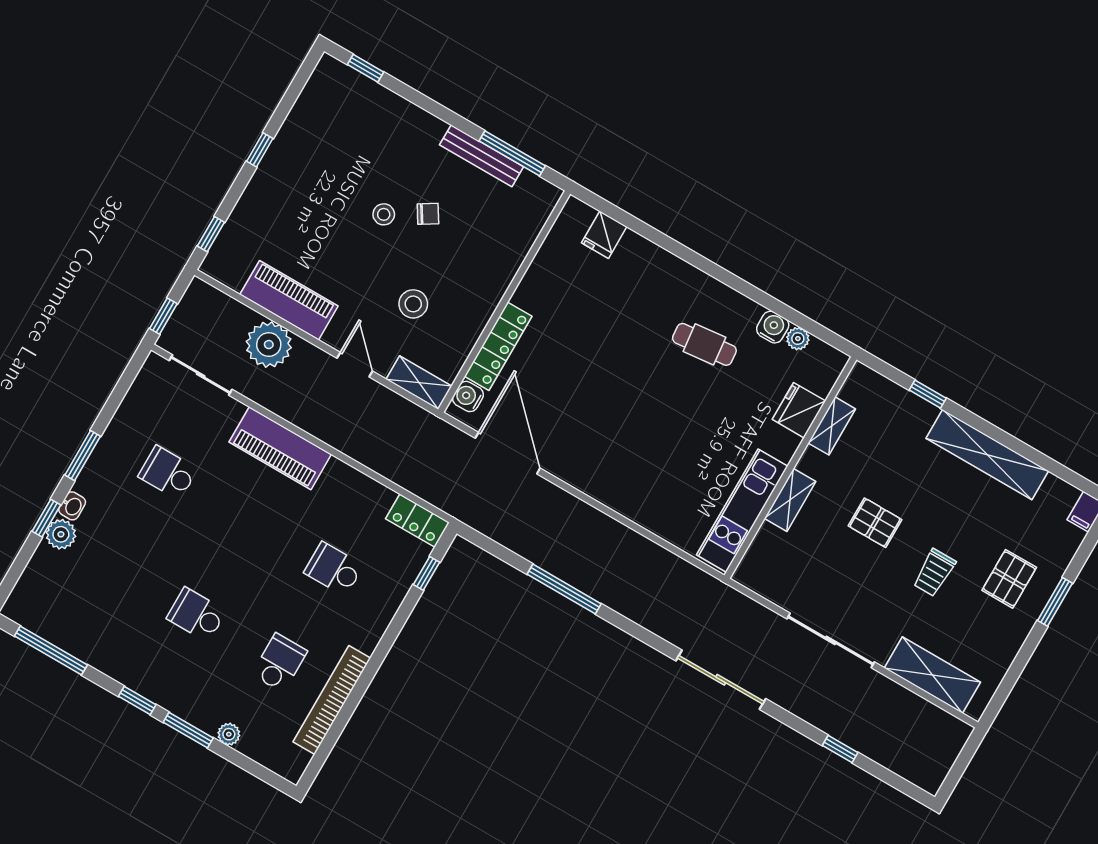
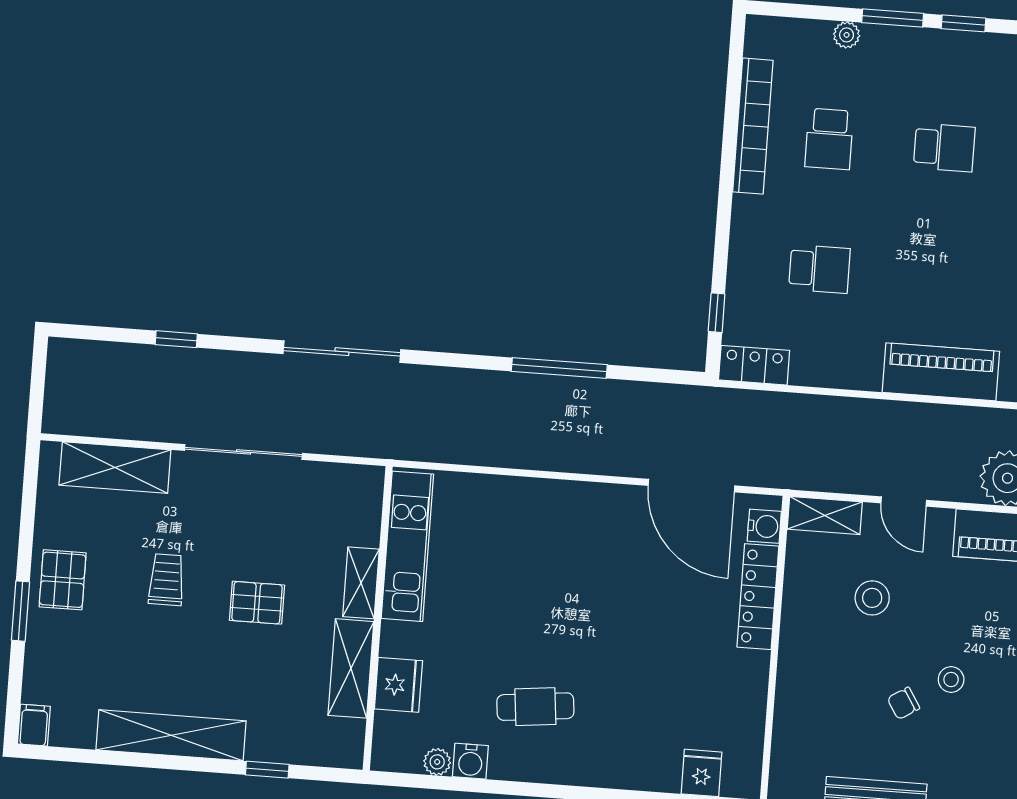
shelving: (832, 426) -> (351, 668), width x1.50, depth x1.33
pallet: (1009, 579) -> (63, 580), moved

